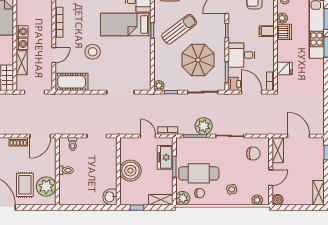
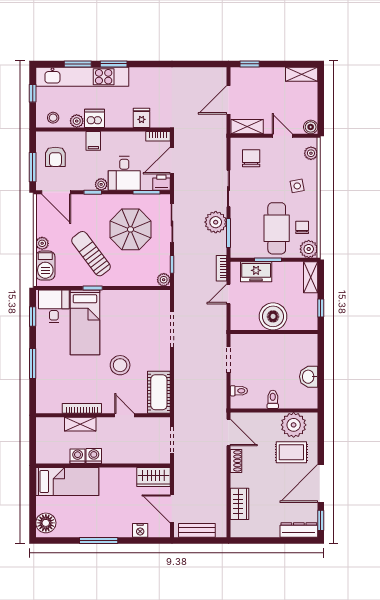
plant: (233, 37) -> (101, 184), added
washing machine: (22, 44) -> (78, 456), moved
shelving: (22, 63) -> (80, 424), moved
washbasin: (110, 197) -> (309, 377), moved, turned 90

